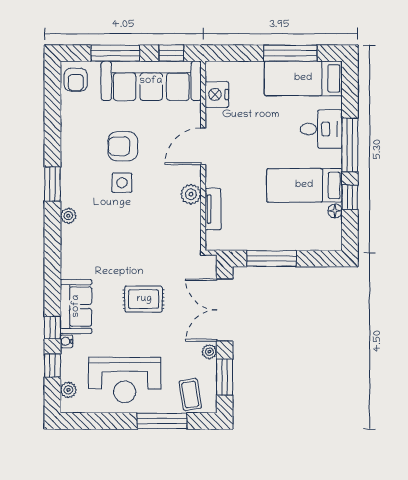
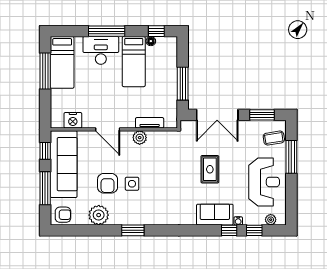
desk: (321, 129) -> (101, 50), width x1.37
window: (350, 197) -> (156, 31), moved
plant: (68, 216) -> (99, 215), moved, width x1.88, depth x1.88
plant: (209, 352) -> (245, 125), removed

